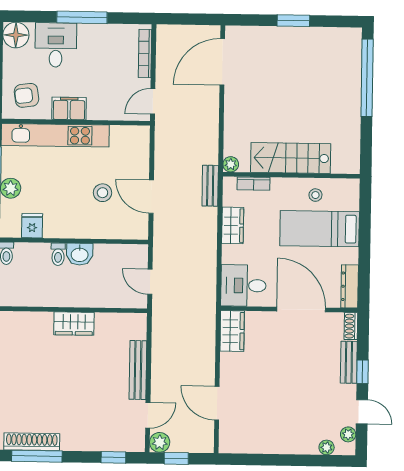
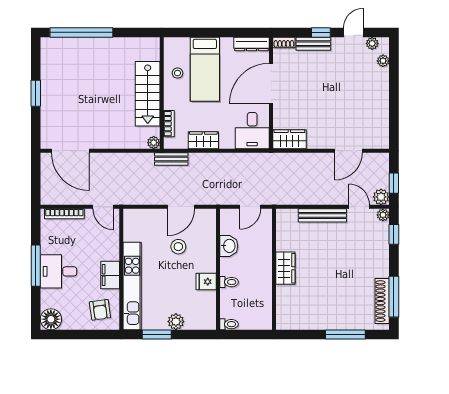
desk: (56, 45) -> (58, 271), moved
fridge: (32, 226) -> (206, 282), moved
washbasin: (80, 254) -> (229, 246), moved
plant: (137, 444) -> (383, 215), added

